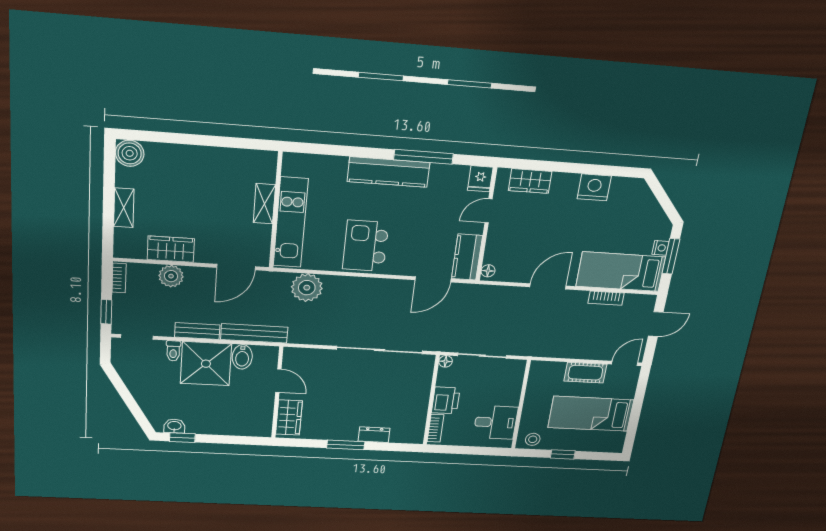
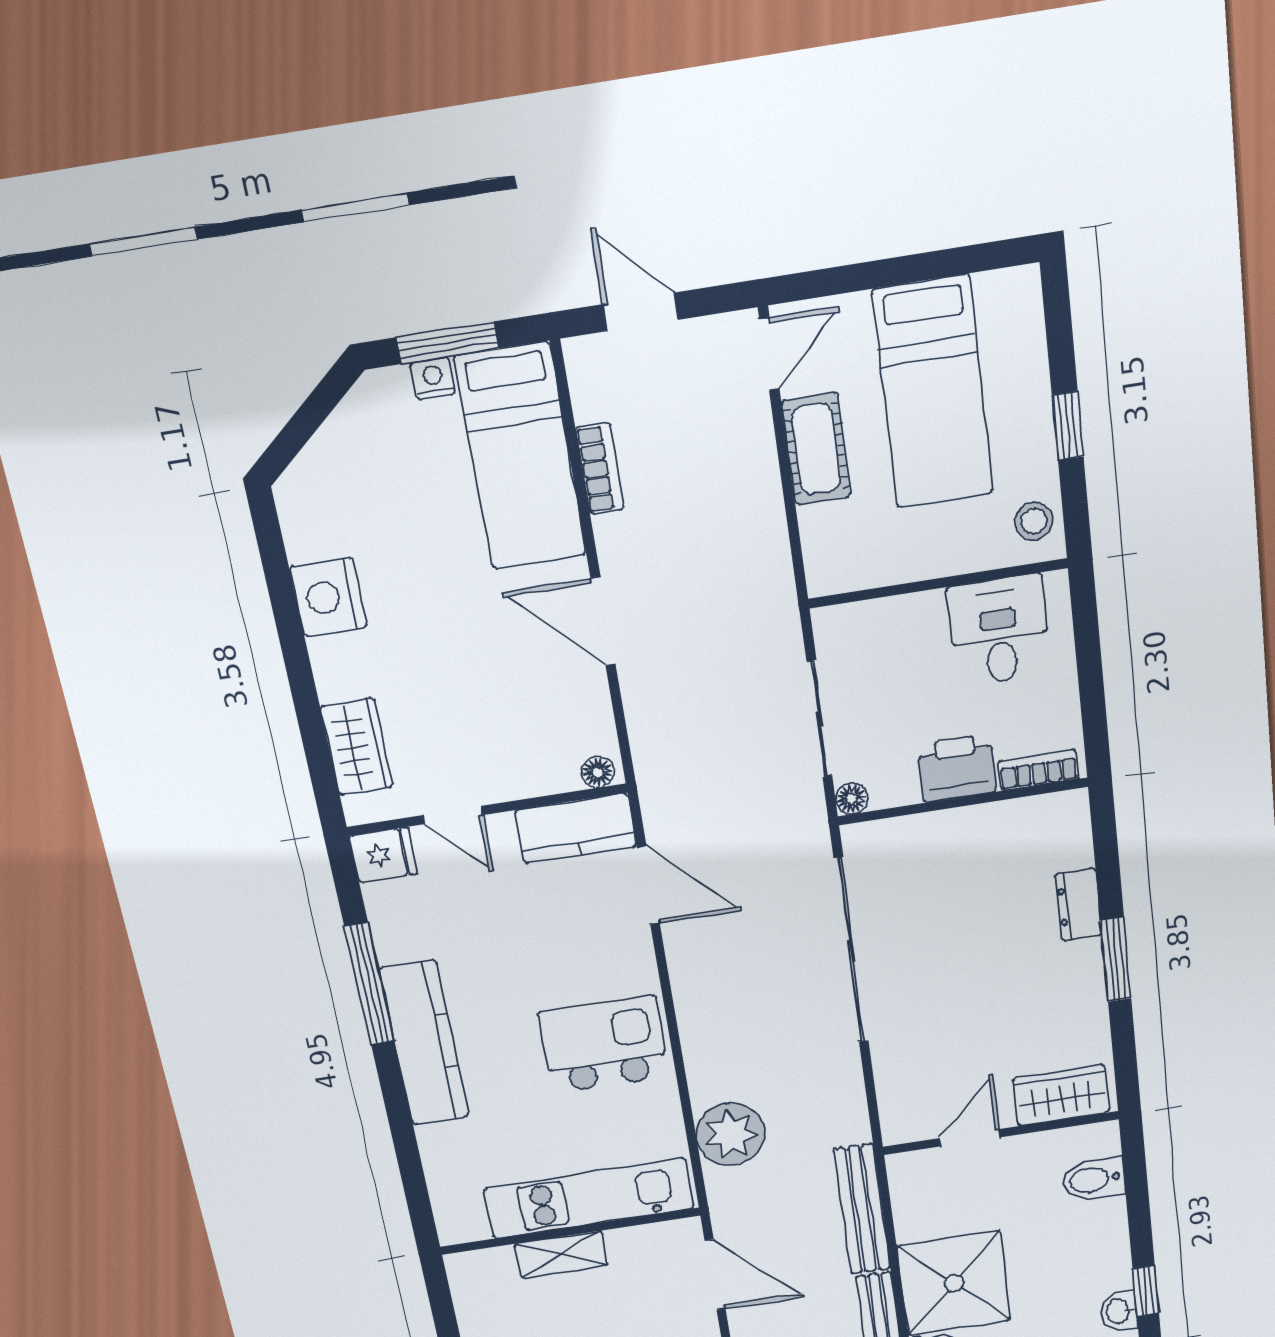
kitchen island: (365, 246) -> (604, 1045), turned 180
bidet: (242, 357) -> (1093, 1180), moved, turned 180
door: (625, 363) -> (769, 354), swing flipped

